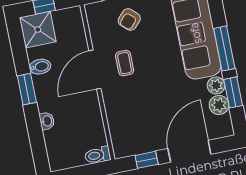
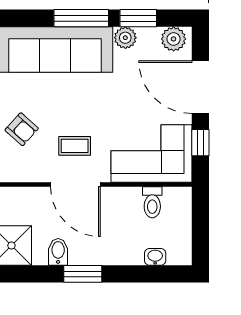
plant: (219, 105) -> (174, 39), moved
washbasin: (47, 121) -> (155, 257), moved
corner sofa: (131, 124) -> (151, 153), added
toilet: (98, 155) -> (152, 202), moved

